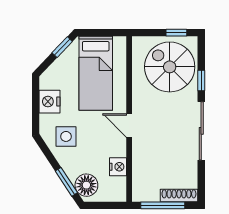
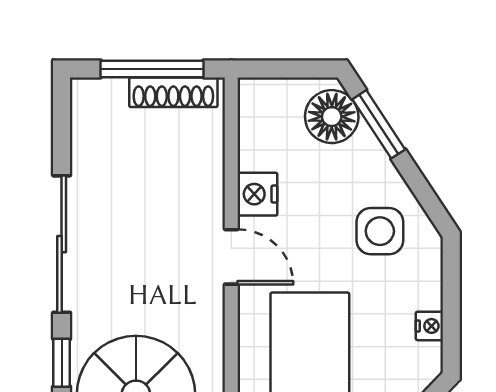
nightstand: (50, 102) -> (429, 326), width x0.53, depth x0.56
nightstand: (118, 167) -> (257, 194), moved
shoe rack: (179, 195) -> (173, 92), moved

